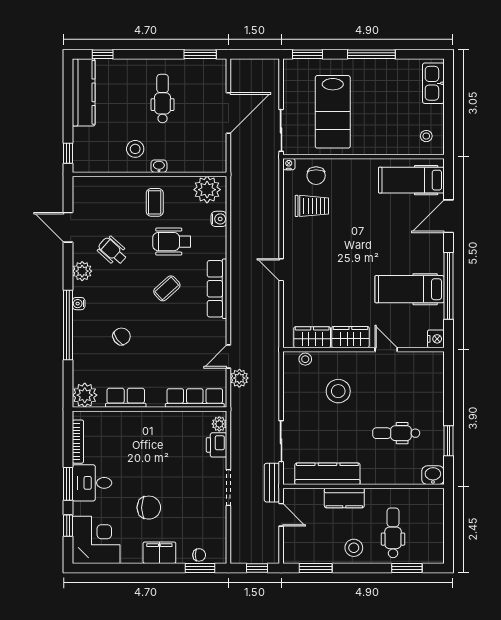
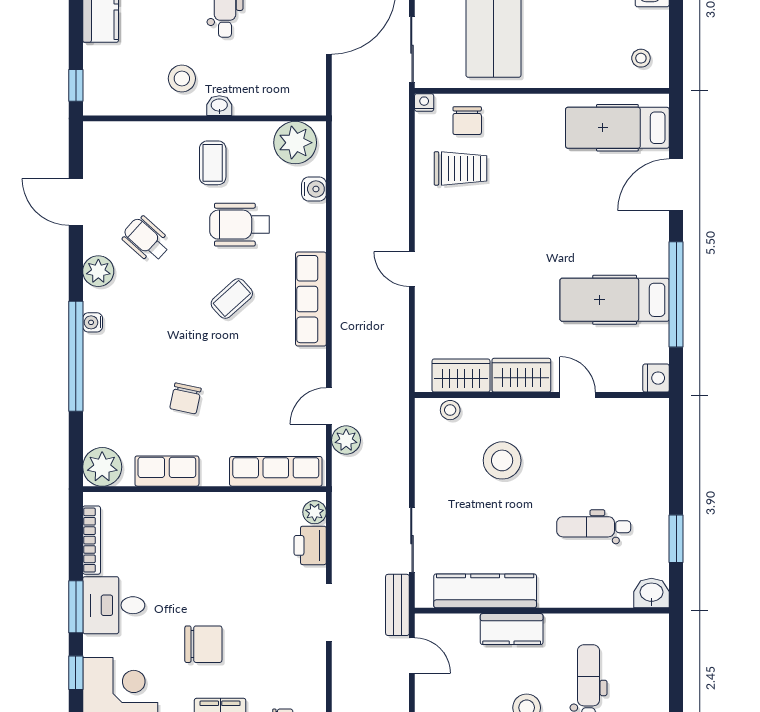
chair: (122, 336) -> (185, 398), moved, turned 139

